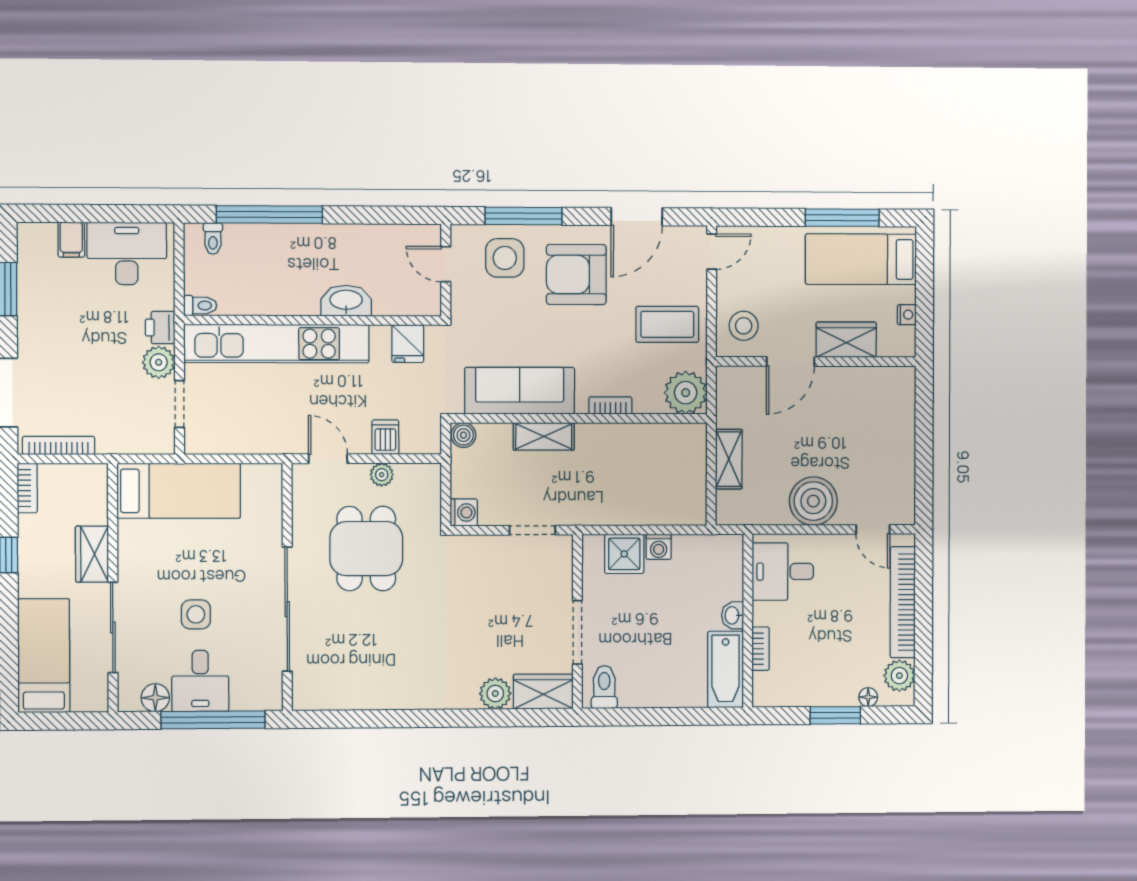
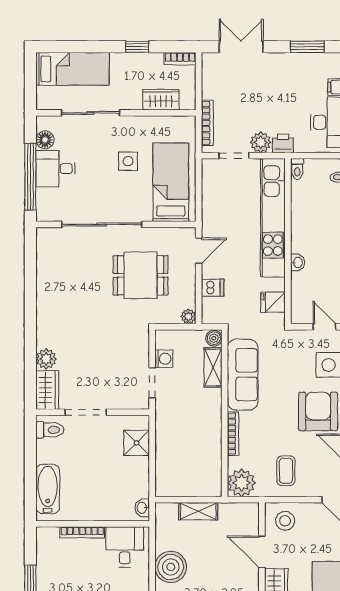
door: (446, 264) -> (324, 327), hinge flipped
washbasin: (346, 301) -> (298, 262), width x0.52, depth x0.69
coffee table: (667, 324) -> (286, 471), width x0.73, depth x0.77
bookcase: (610, 406) -> (233, 434), width x1.56
shelving: (544, 436) -> (213, 367), moved
bookcase: (59, 445) -> (207, 123), moved
plant: (382, 475) -> (188, 316), moved
bed: (179, 491) -> (171, 182), moved, turned 180
washing machine: (464, 513) -> (164, 359), moved, turned -90
washing machine: (659, 547) -> (141, 465), removed
wardrobe: (92, 554) -> (161, 100), moved
side table: (196, 614) -> (128, 161), moved
washbasin: (733, 615) -> (142, 508), moved, turned -90
bookcase: (761, 649) -> (82, 532), width x1.56
bathtub: (726, 669) -> (48, 489), moved, turned 90

